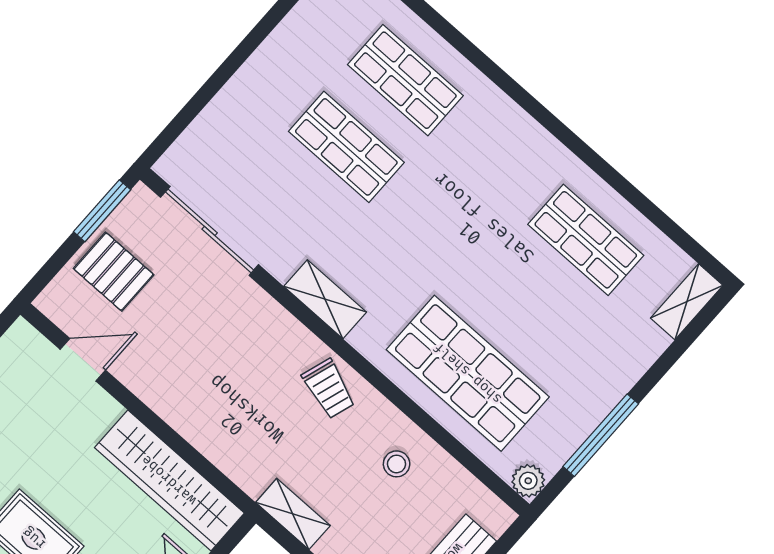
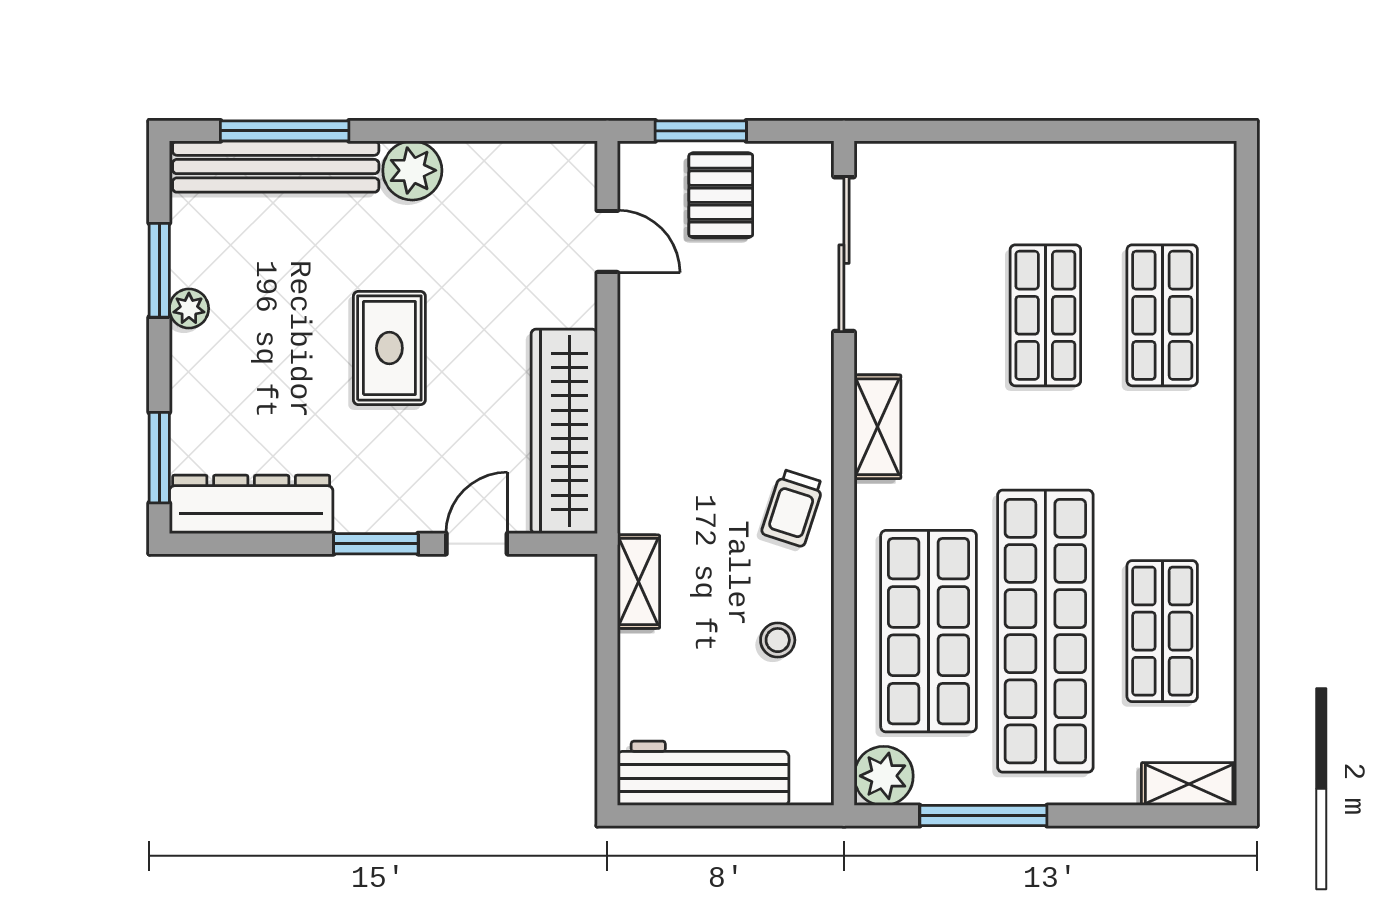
window: (102, 211) -> (701, 131), moved
shop shelf: (527, 307) -> (1045, 631), added
plant: (528, 481) -> (884, 776), width x1.38, depth x1.38

